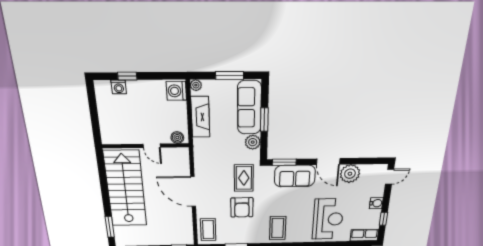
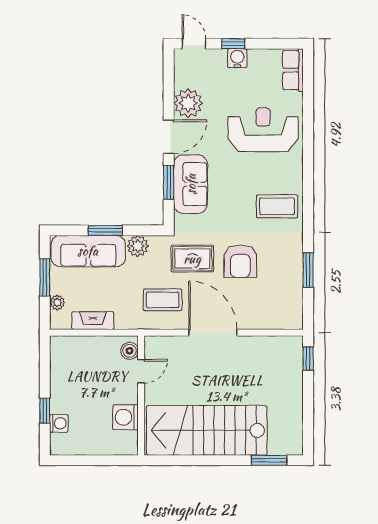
plant: (196, 85) -> (57, 302), moved
washing machine: (176, 91) -> (125, 417), moved, turned 90
fireplace: (200, 117) -> (93, 321), width x0.73, depth x0.76
door: (152, 146) -> (141, 371), moved
window: (284, 162) -> (169, 182), moved
door: (193, 192) -> (213, 333), swing flipped
armchair: (242, 207) -> (240, 261), turned 90
window: (383, 219) -> (233, 44), moved
coffee table: (208, 230) -> (163, 300), moved

